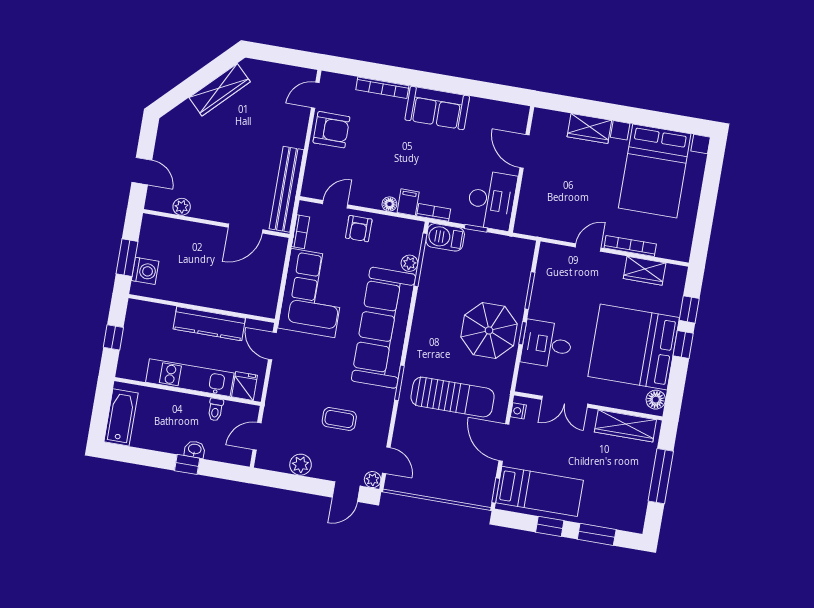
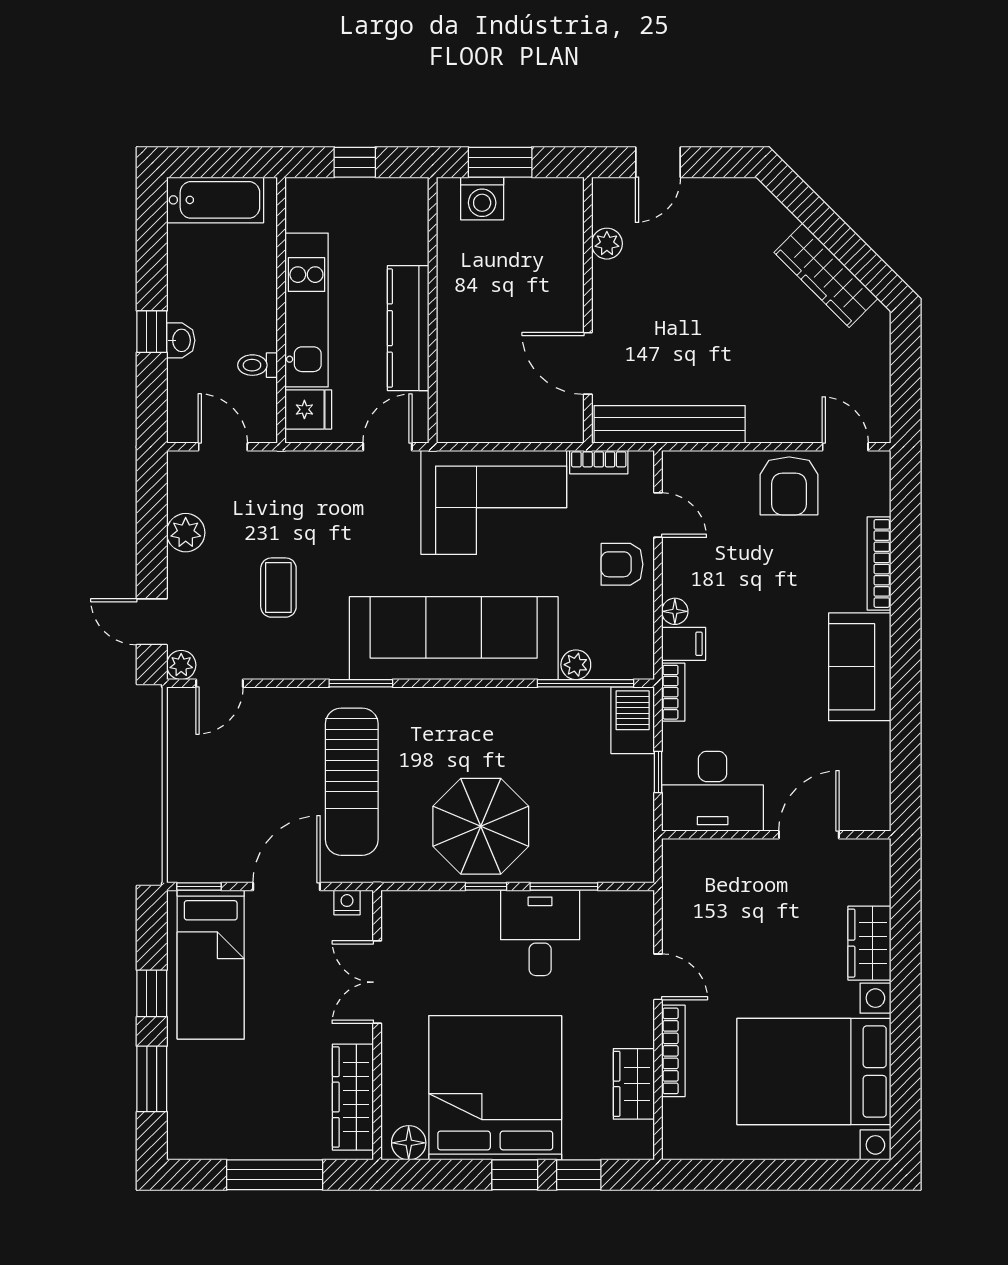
desk: (547, 344) -> (540, 933), moved

